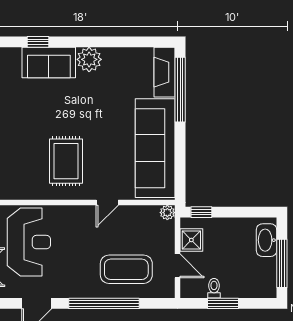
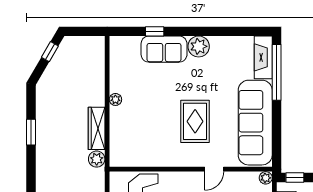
rug: (66, 161) -> (195, 121), moved

